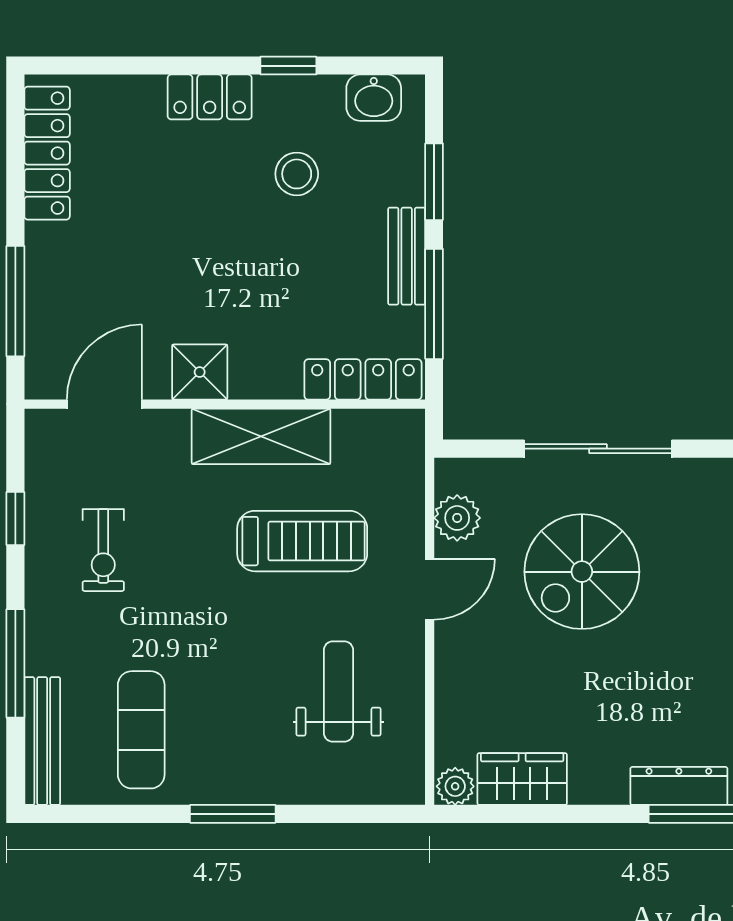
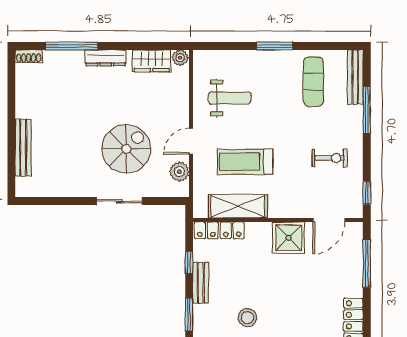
window: (434, 304) -> (189, 262), width x0.46
shower: (200, 372) -> (289, 238), width x1.36, depth x1.36
shelving: (261, 436) -> (238, 206), moved
sliding door: (598, 449) -> (119, 201), width x0.73
window: (15, 519) -> (367, 193), moved
exercise bike: (103, 550) -> (329, 158), turned 90
weight bench: (338, 692) -> (230, 98), turned -90
dresser: (679, 786) -> (106, 58), moved

